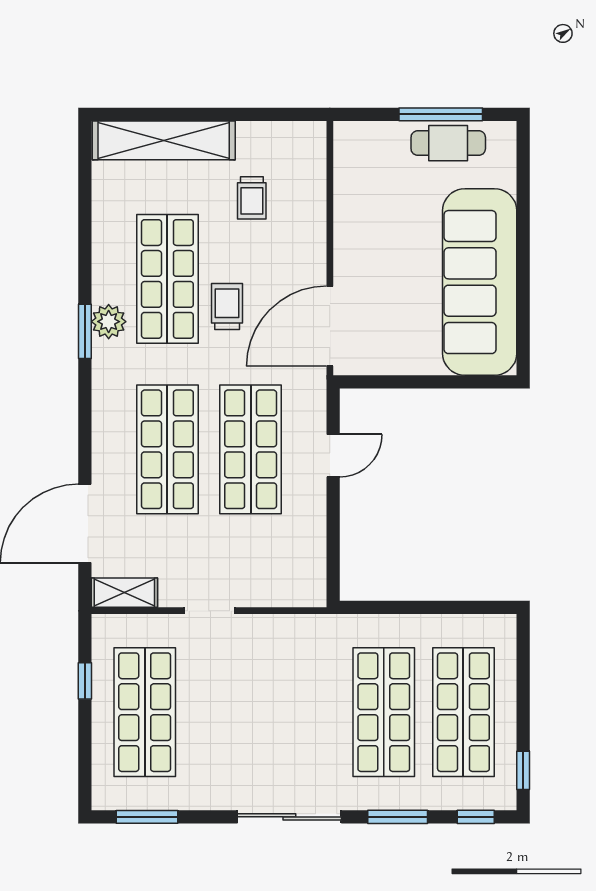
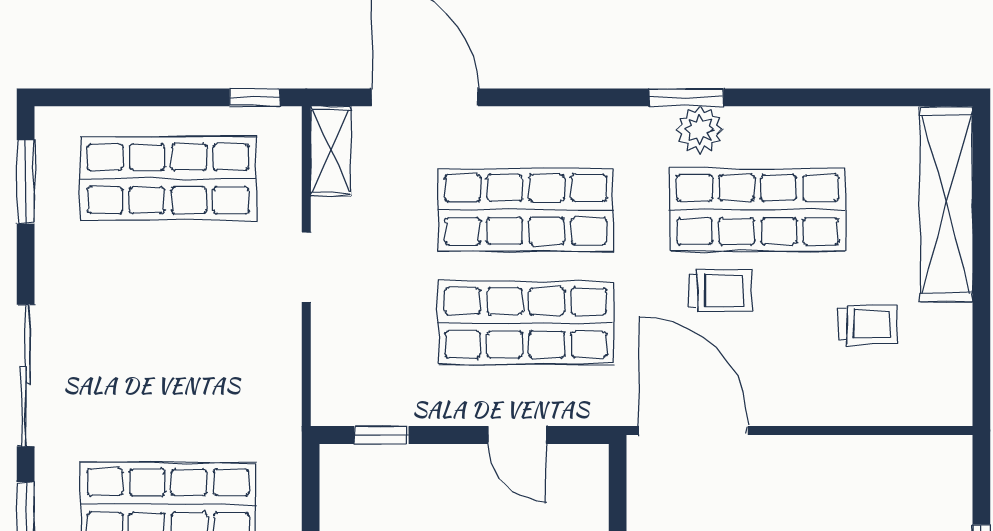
trolley: (252, 198) -> (868, 324), turned 180
window: (333, 555) -> (381, 435), added
window: (85, 681) -> (255, 97), moved

